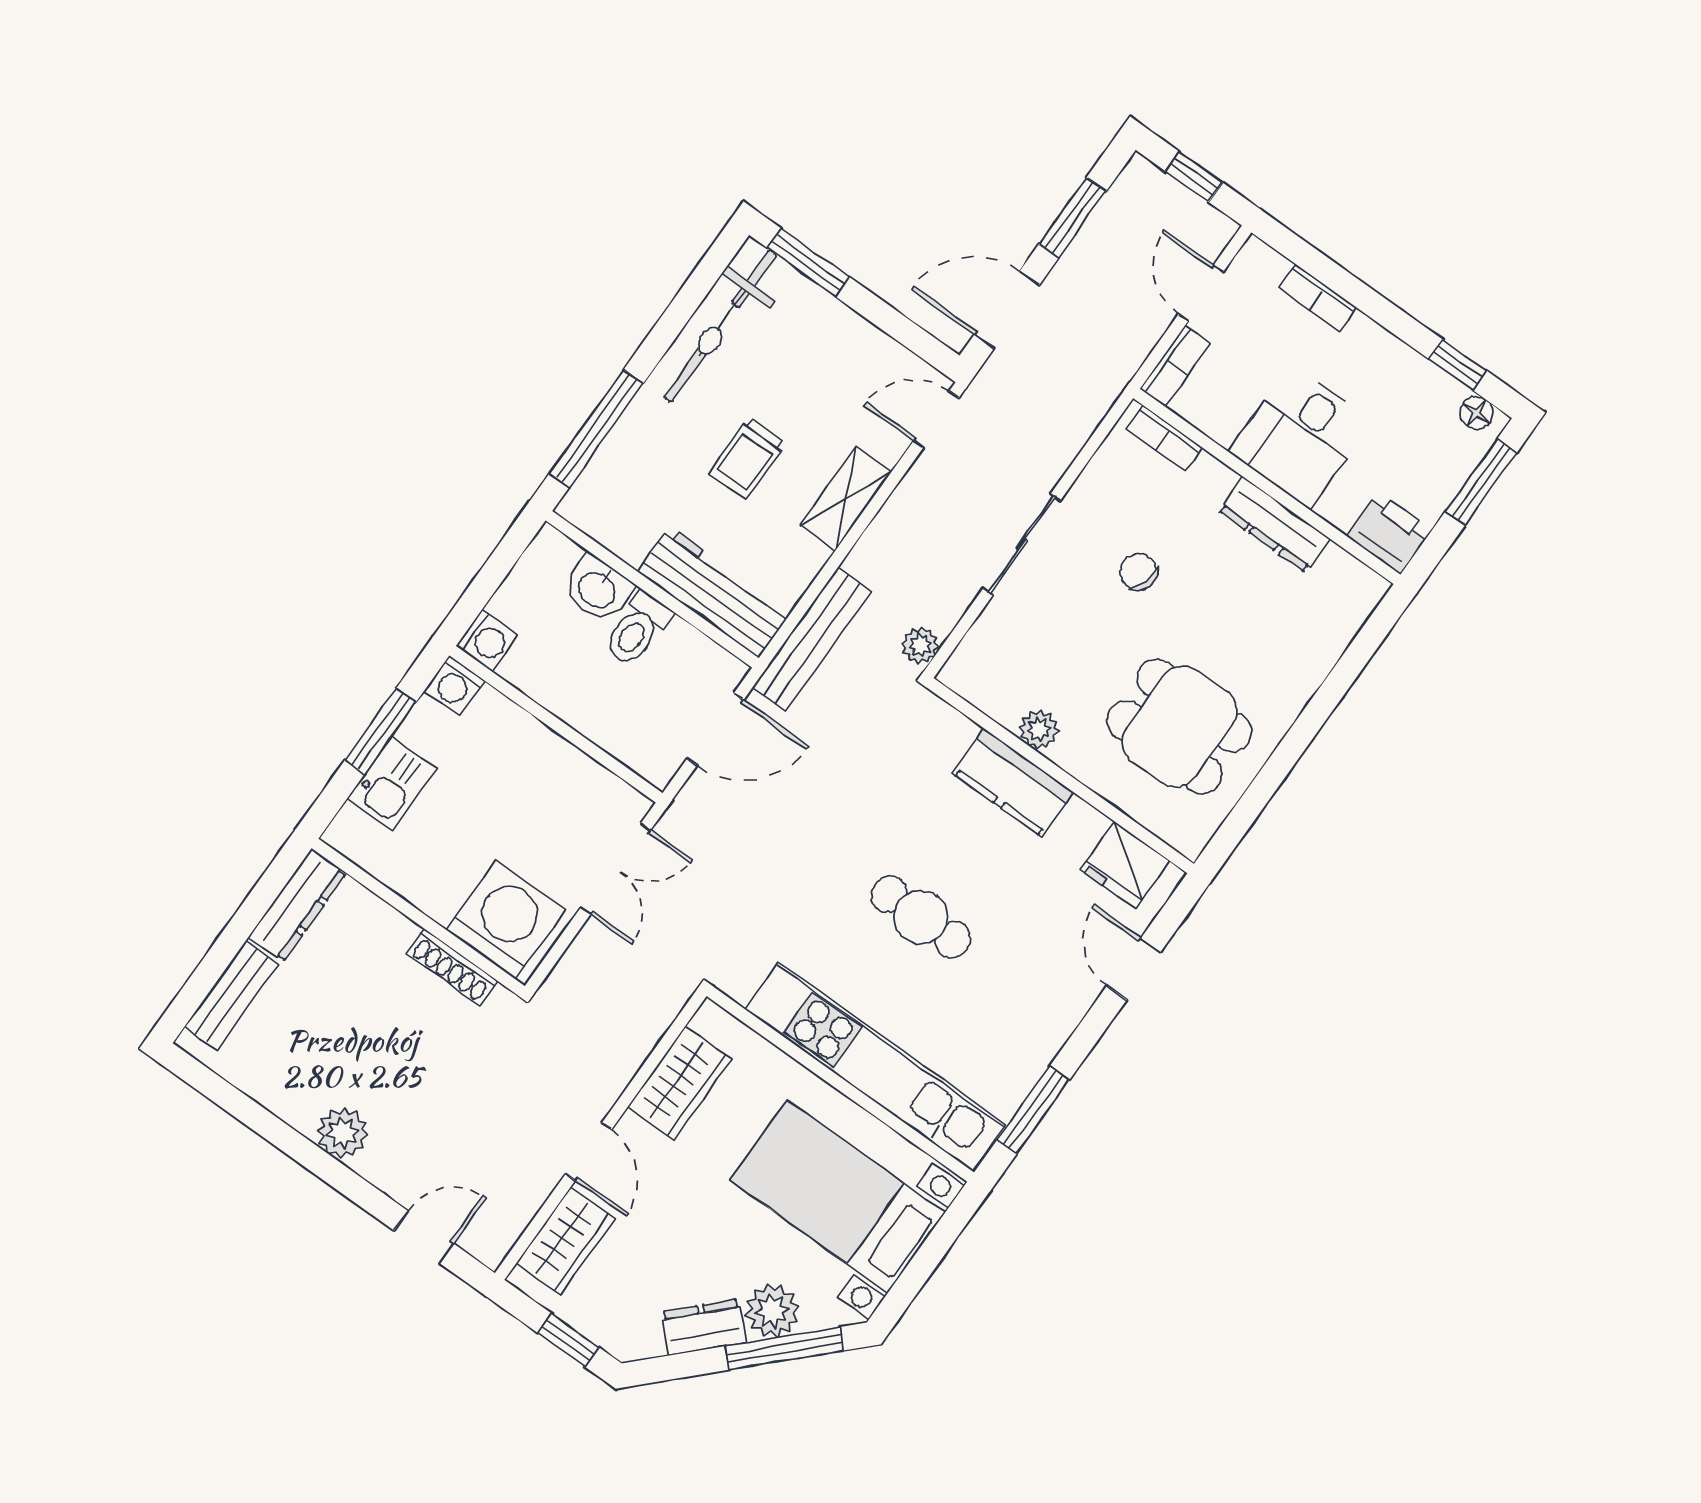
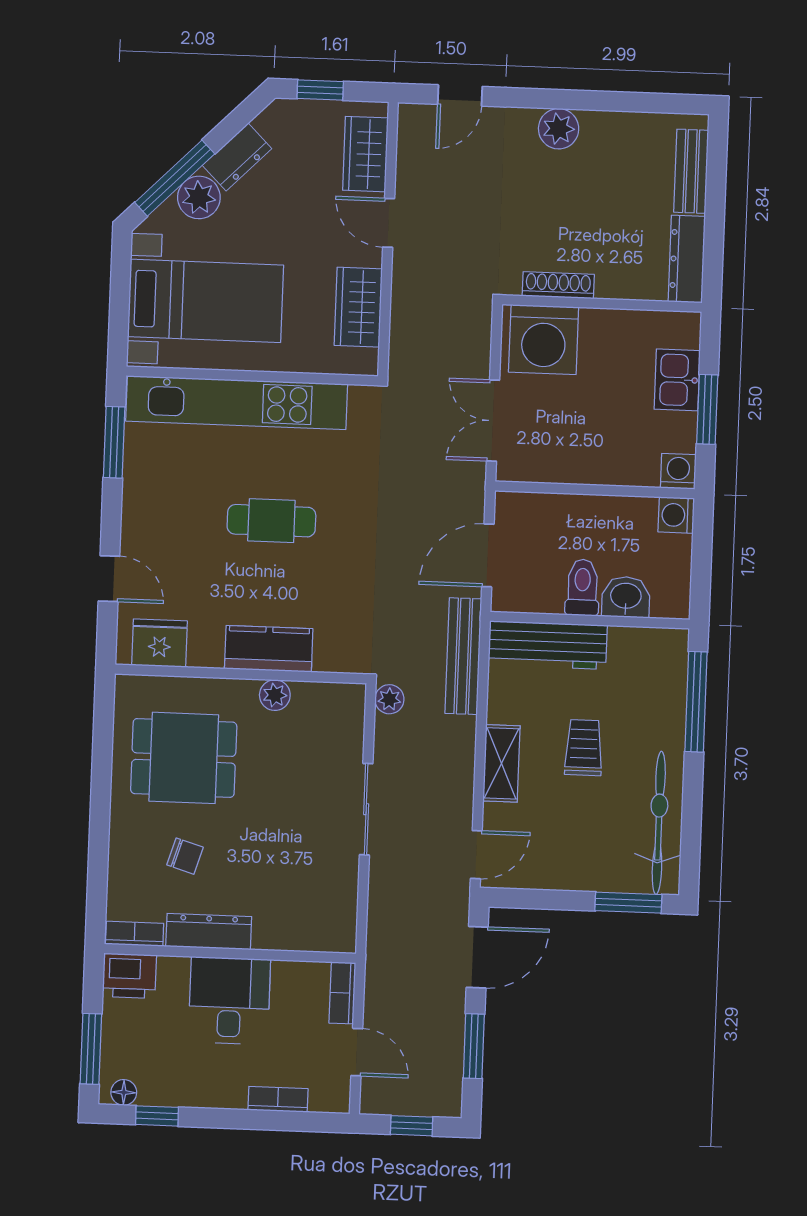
bookcase: (1164, 438) -> (135, 934), moved
chair: (1139, 572) -> (185, 856), moved

